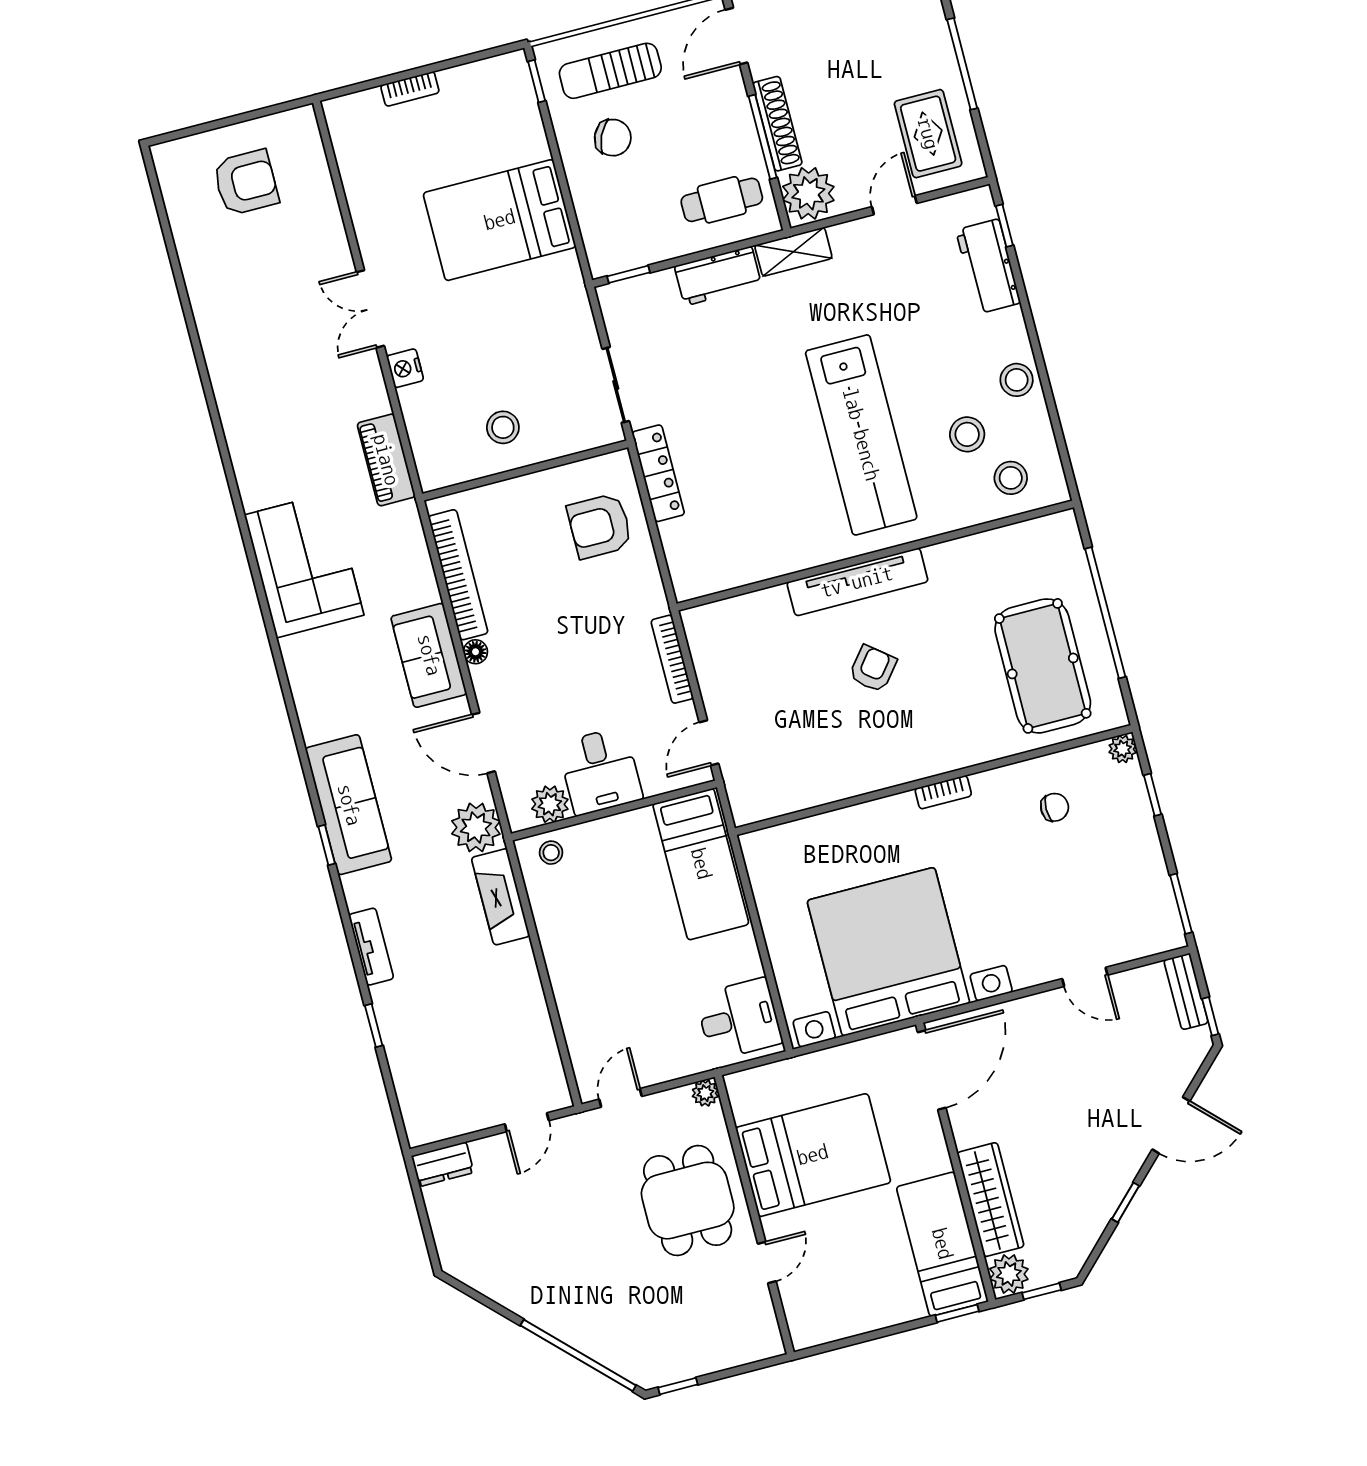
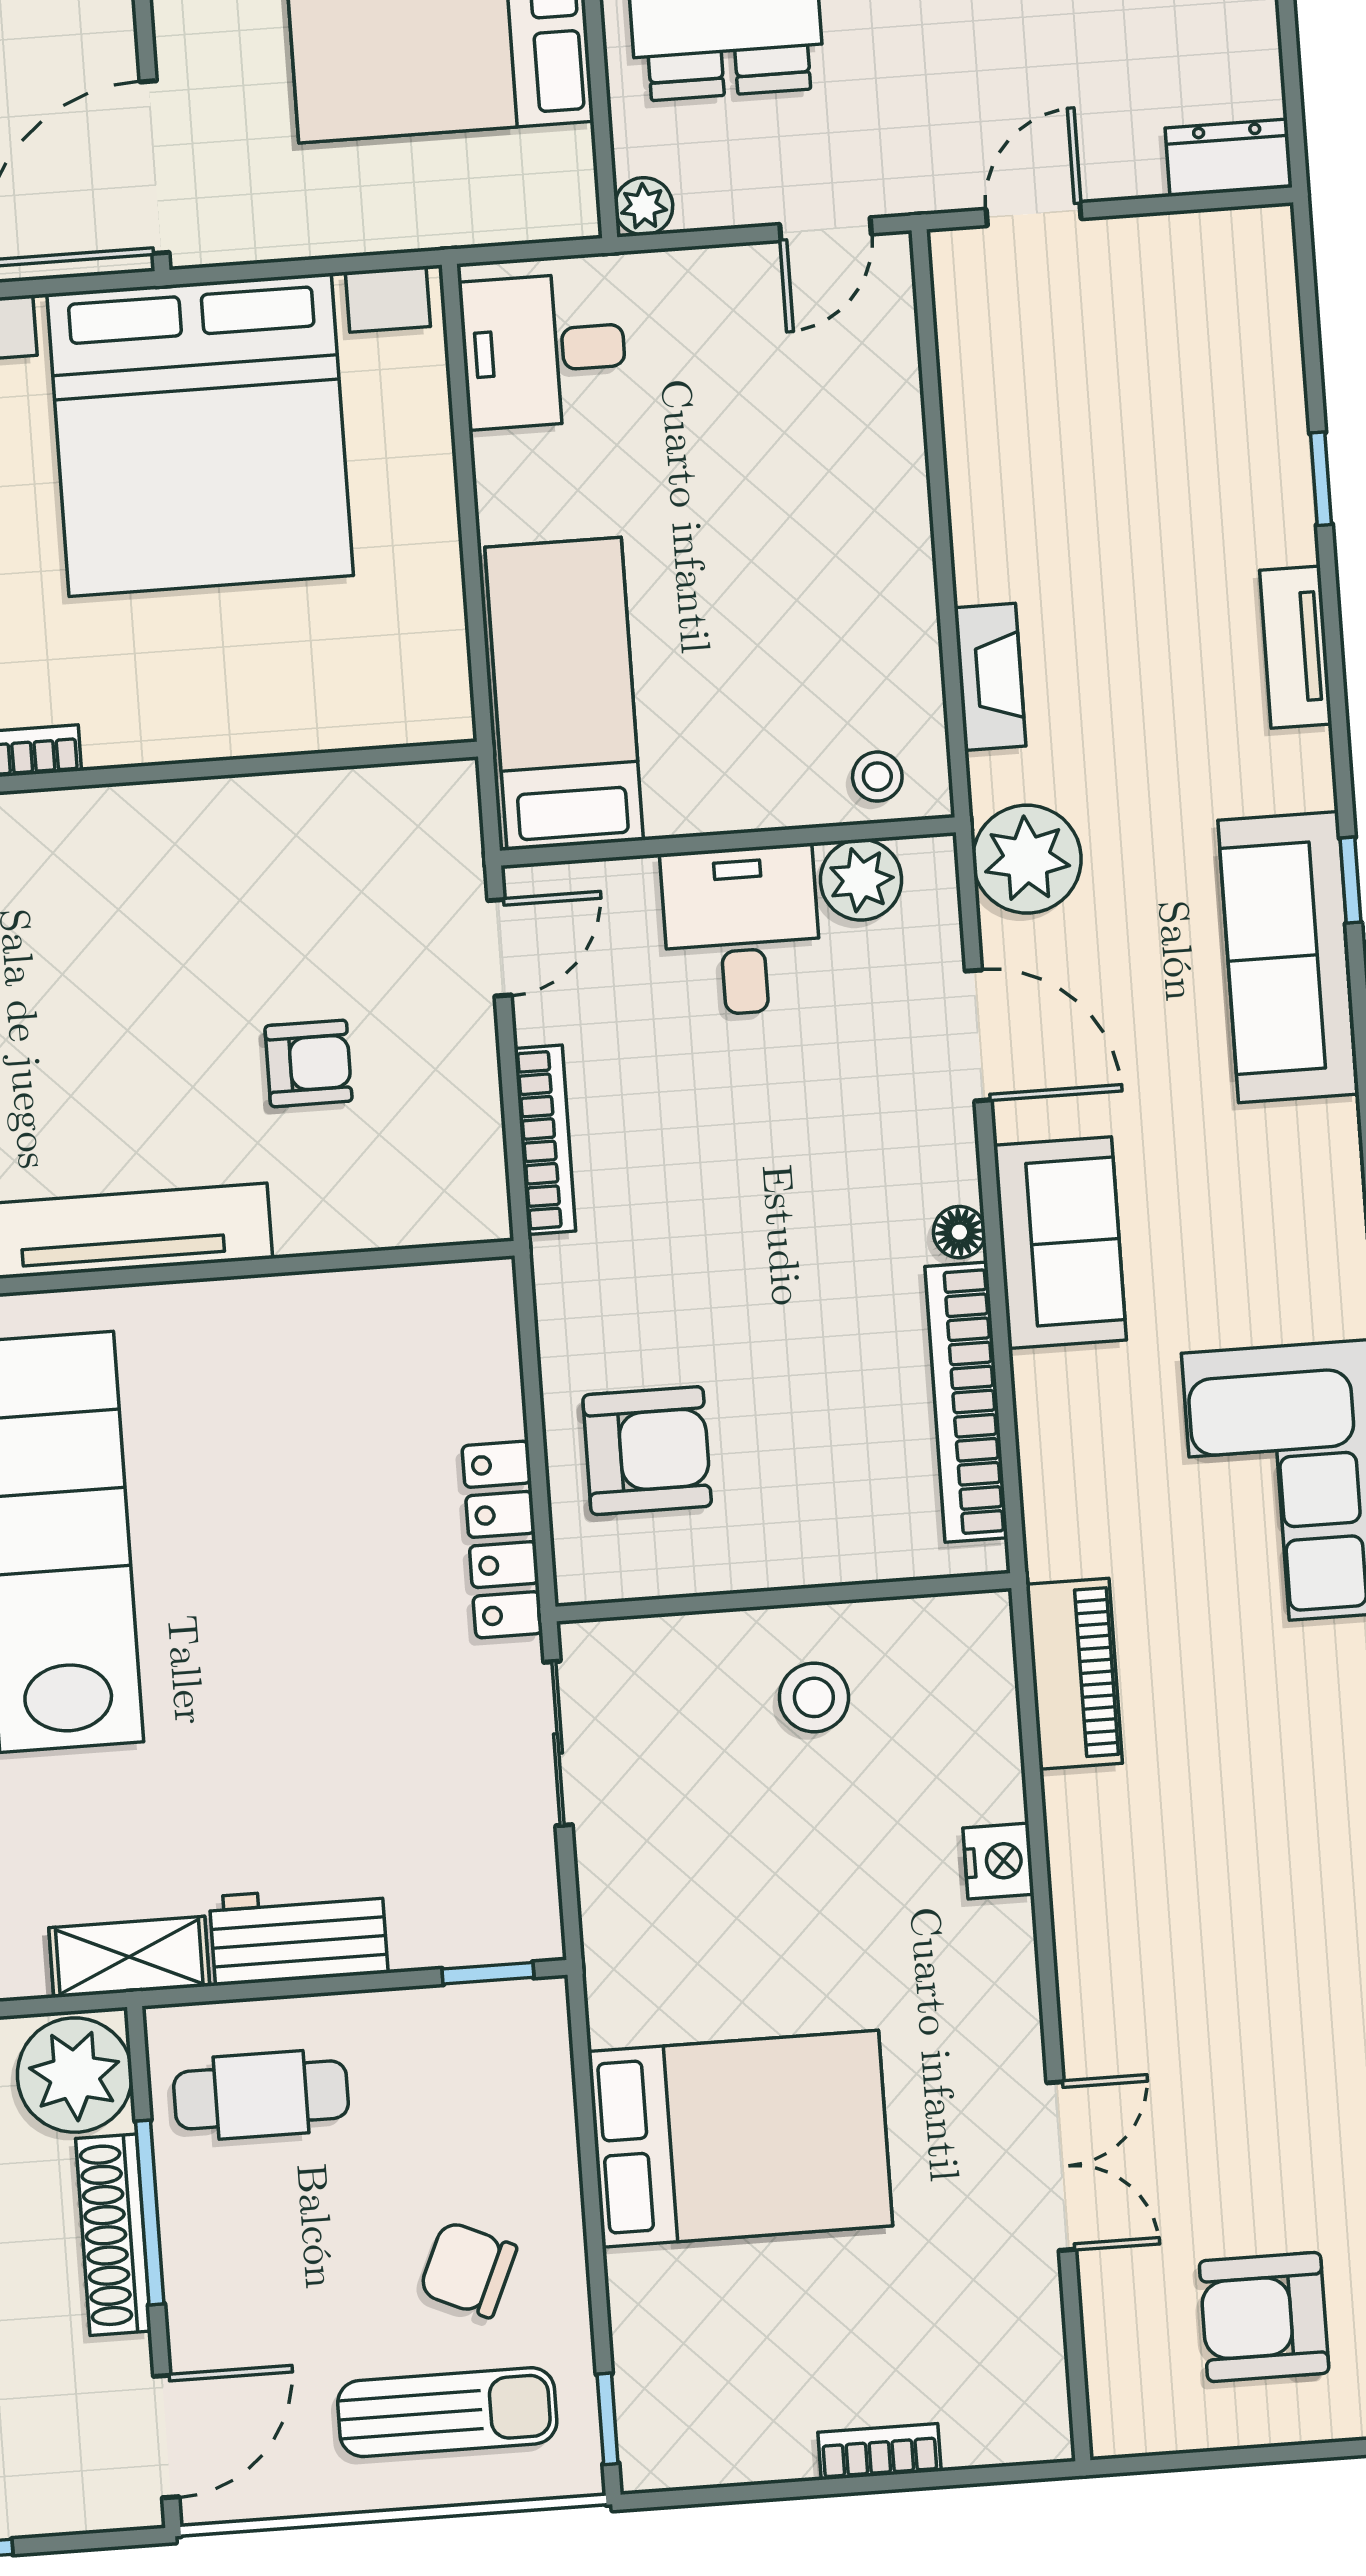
double door: (370, 309) -> (1061, 2166), moved
armchair: (873, 669) -> (308, 1063), moved, turned -129
fireplace: (501, 897) -> (990, 677), width x0.73, depth x0.76

